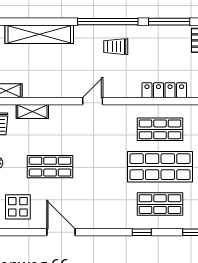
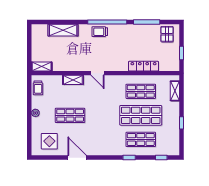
shelving: (39, 34) -> (63, 30), width x0.68
trolley: (116, 47) -> (100, 32), moved
door: (93, 101) -> (97, 73), swing flipped
shelving: (32, 112) -> (73, 80), moved

